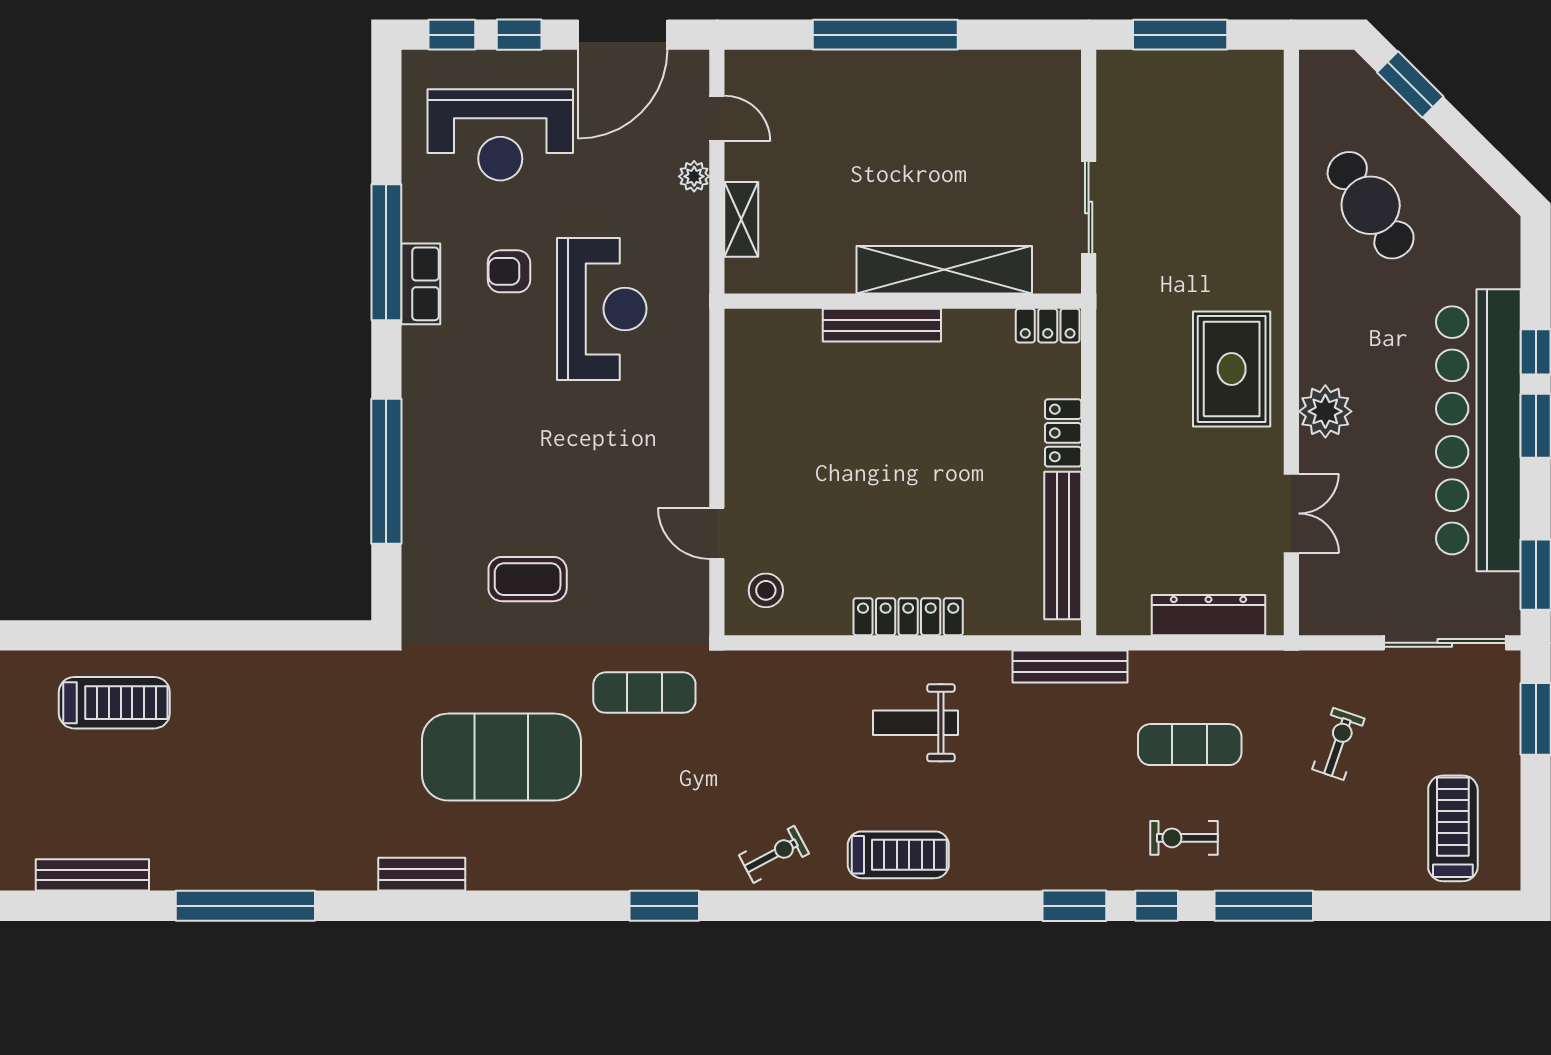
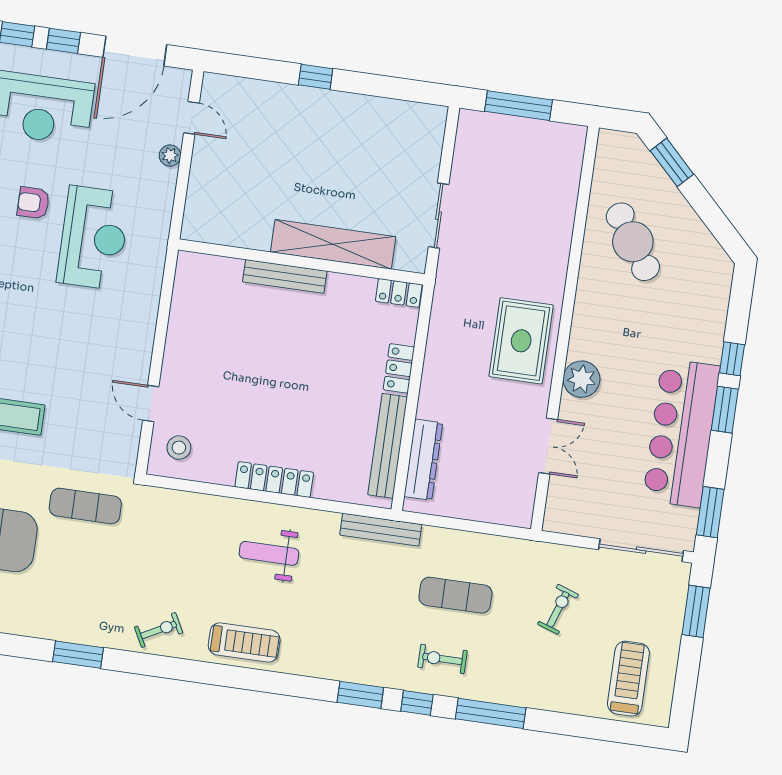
window: (885, 35) -> (316, 77), width x0.32
shelving: (741, 219) -> (198, 190), removed
bar counter: (1478, 430) -> (681, 433), width x0.73
dresser: (1208, 615) -> (423, 460), moved, turned 90

